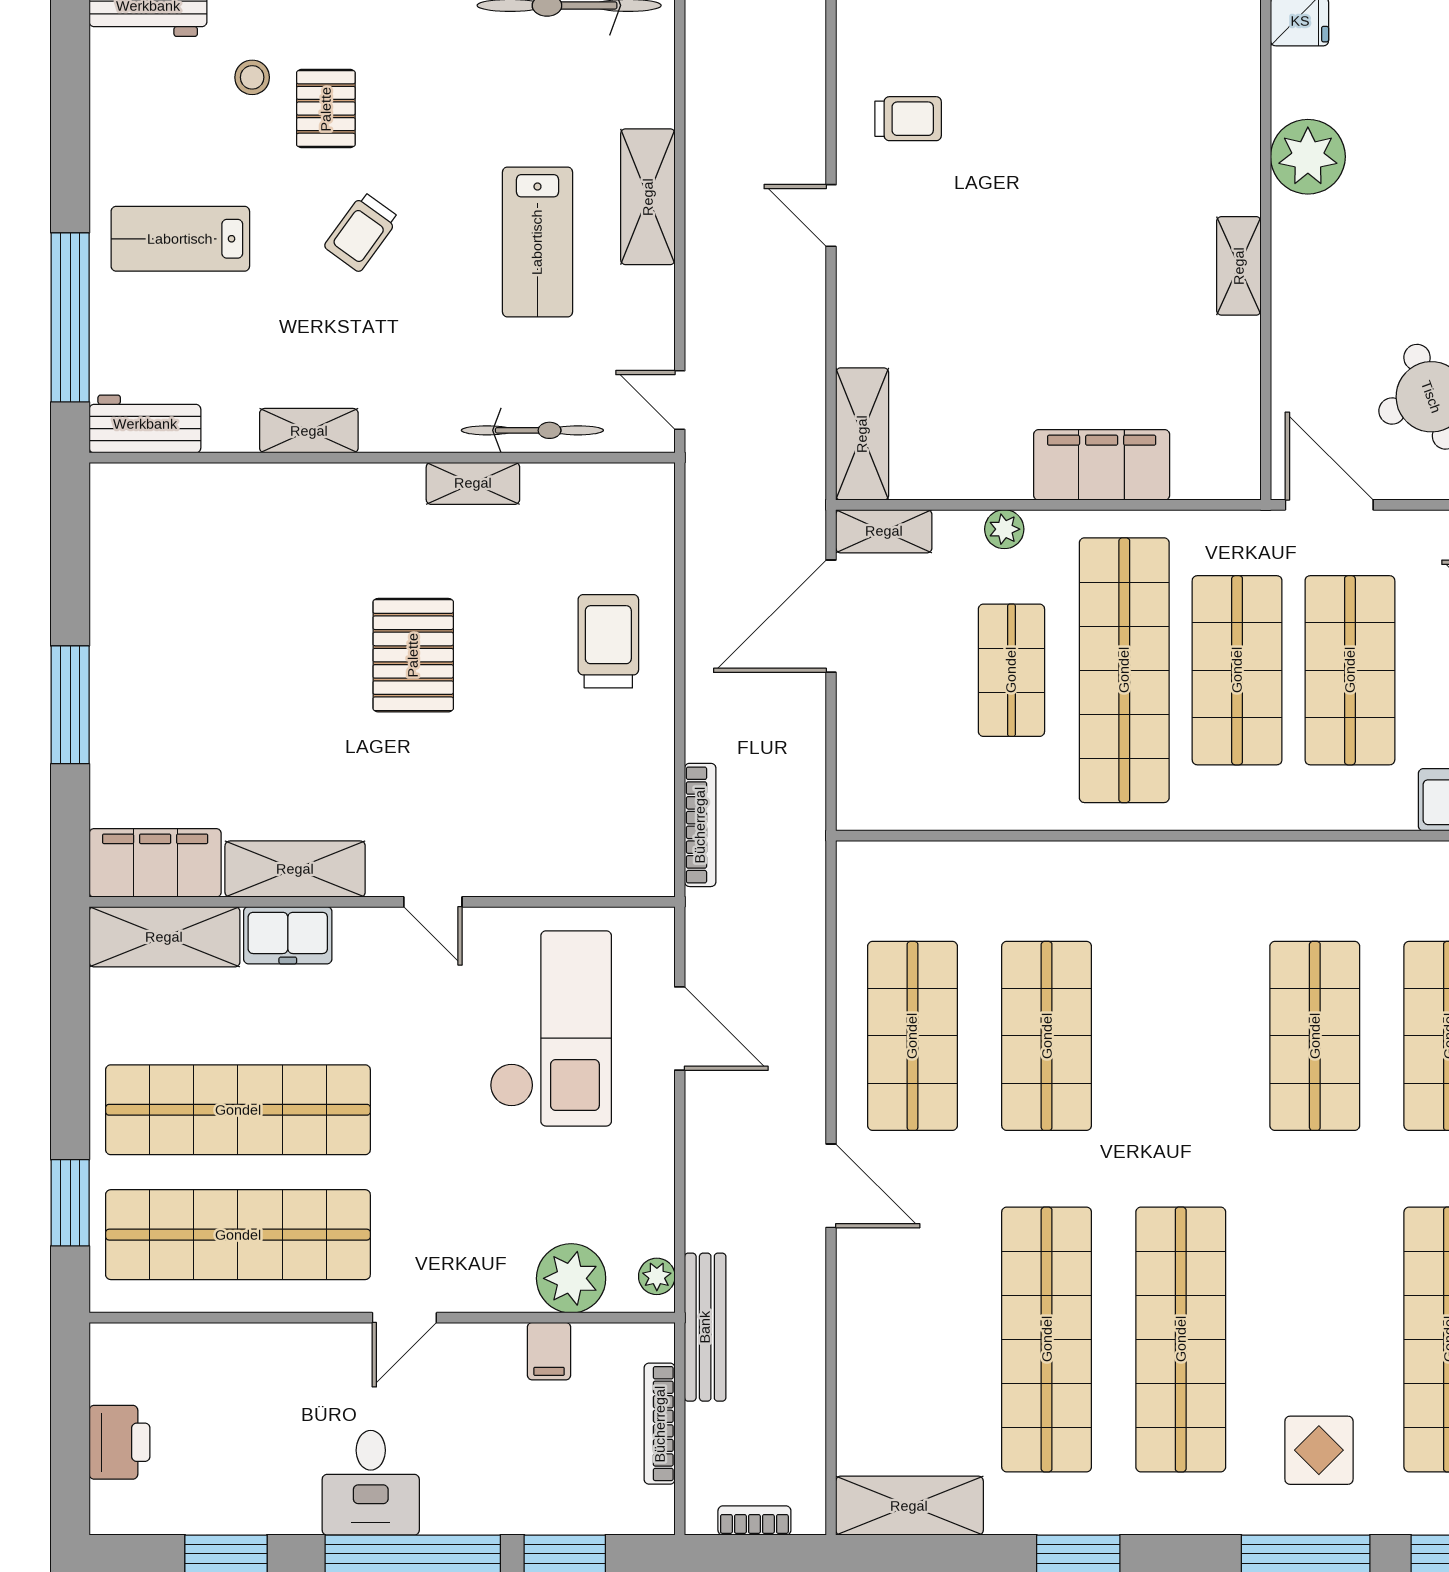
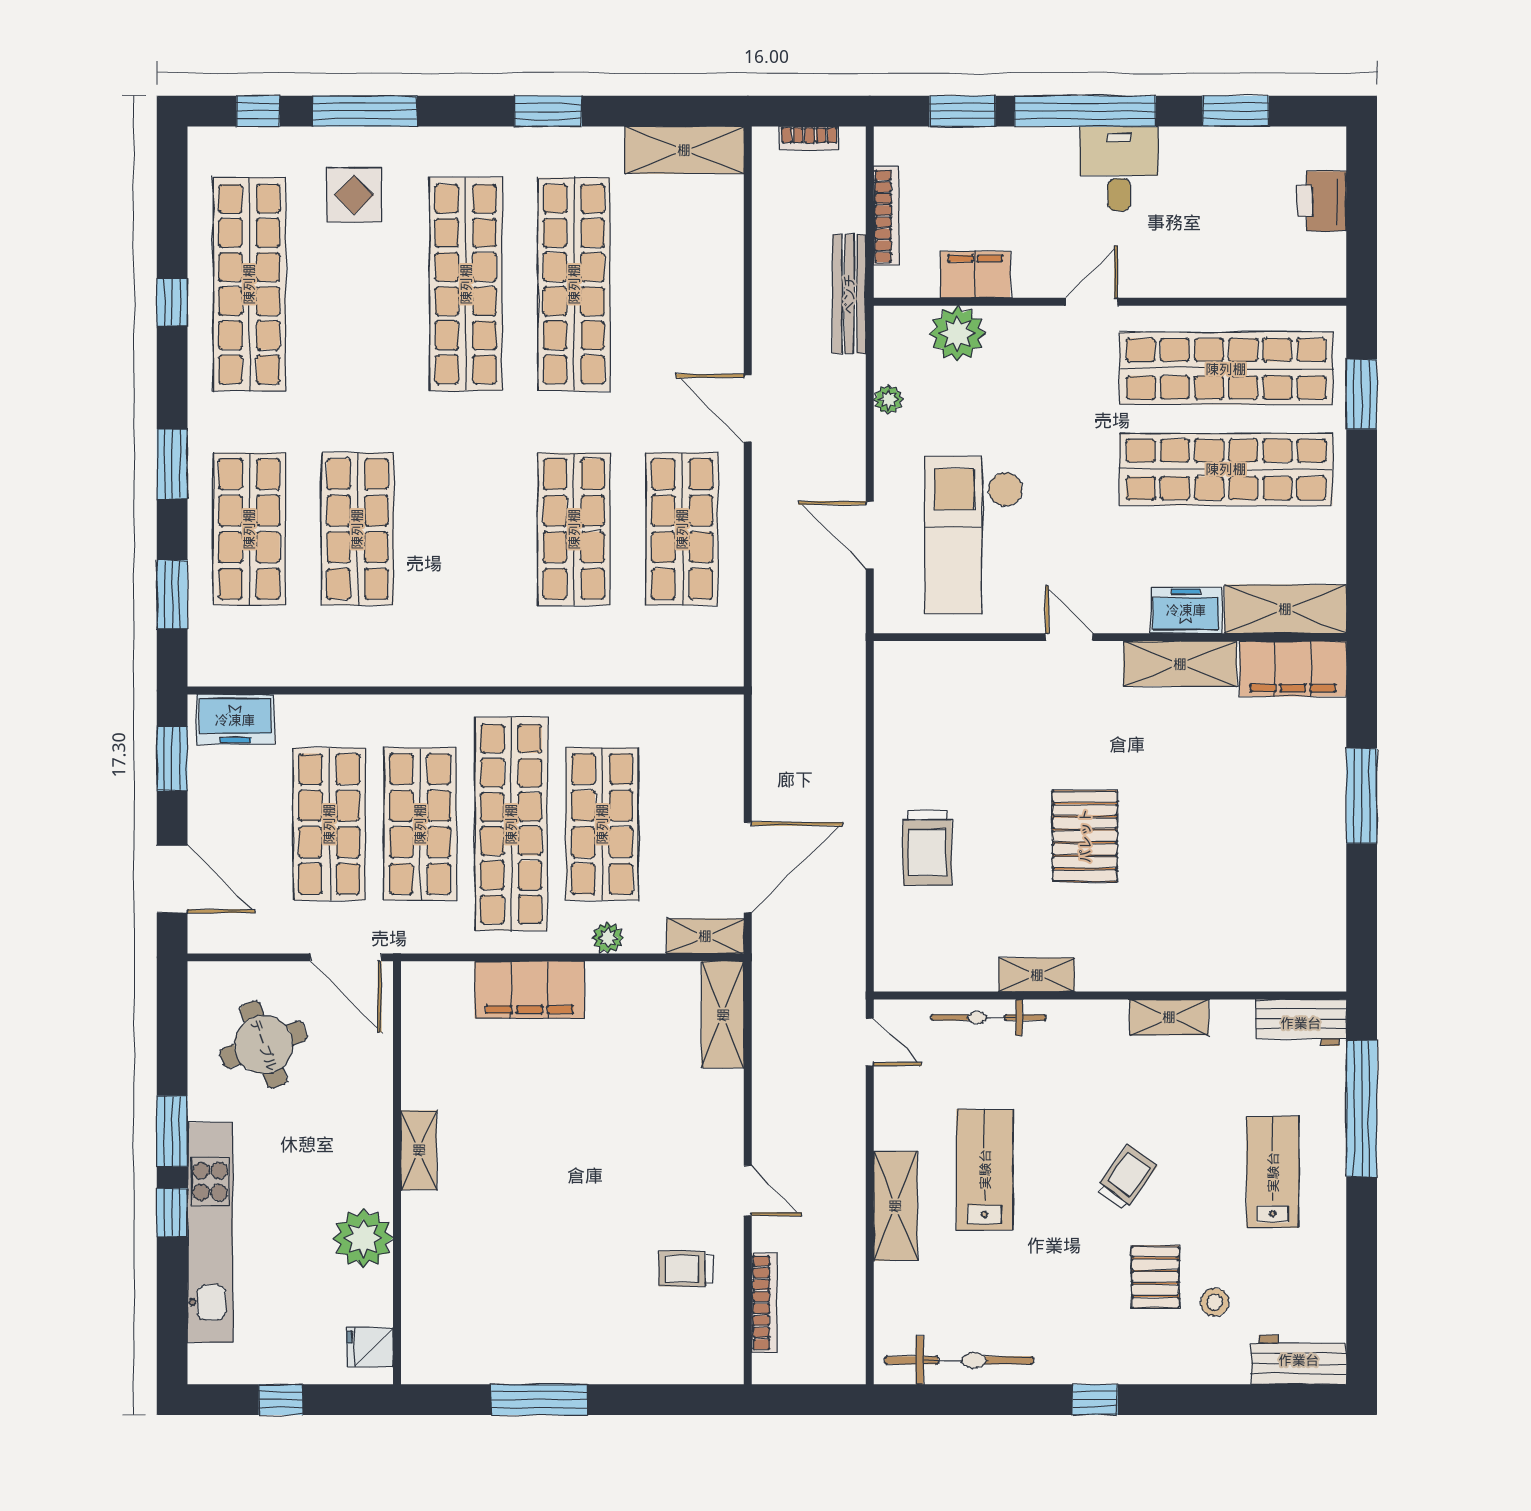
lab bench: (180, 239) -> (1273, 1172), turned -90
shop shelf: (1011, 670) -> (602, 824), width x1.43, depth x1.36
bookcase: (700, 825) -> (764, 1303), moved, turned 180
plant: (657, 1276) -> (888, 399), moved
filing cabinet: (549, 1351) -> (975, 275), width x2.00

